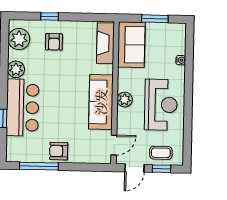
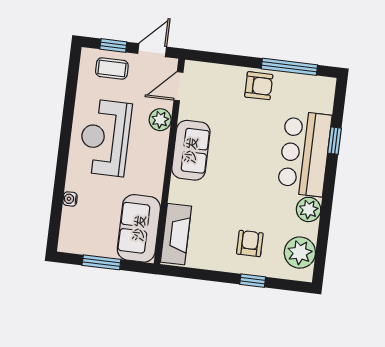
plant: (125, 100) -> (160, 120), moved
sofa: (101, 102) -> (191, 150), width x0.73

